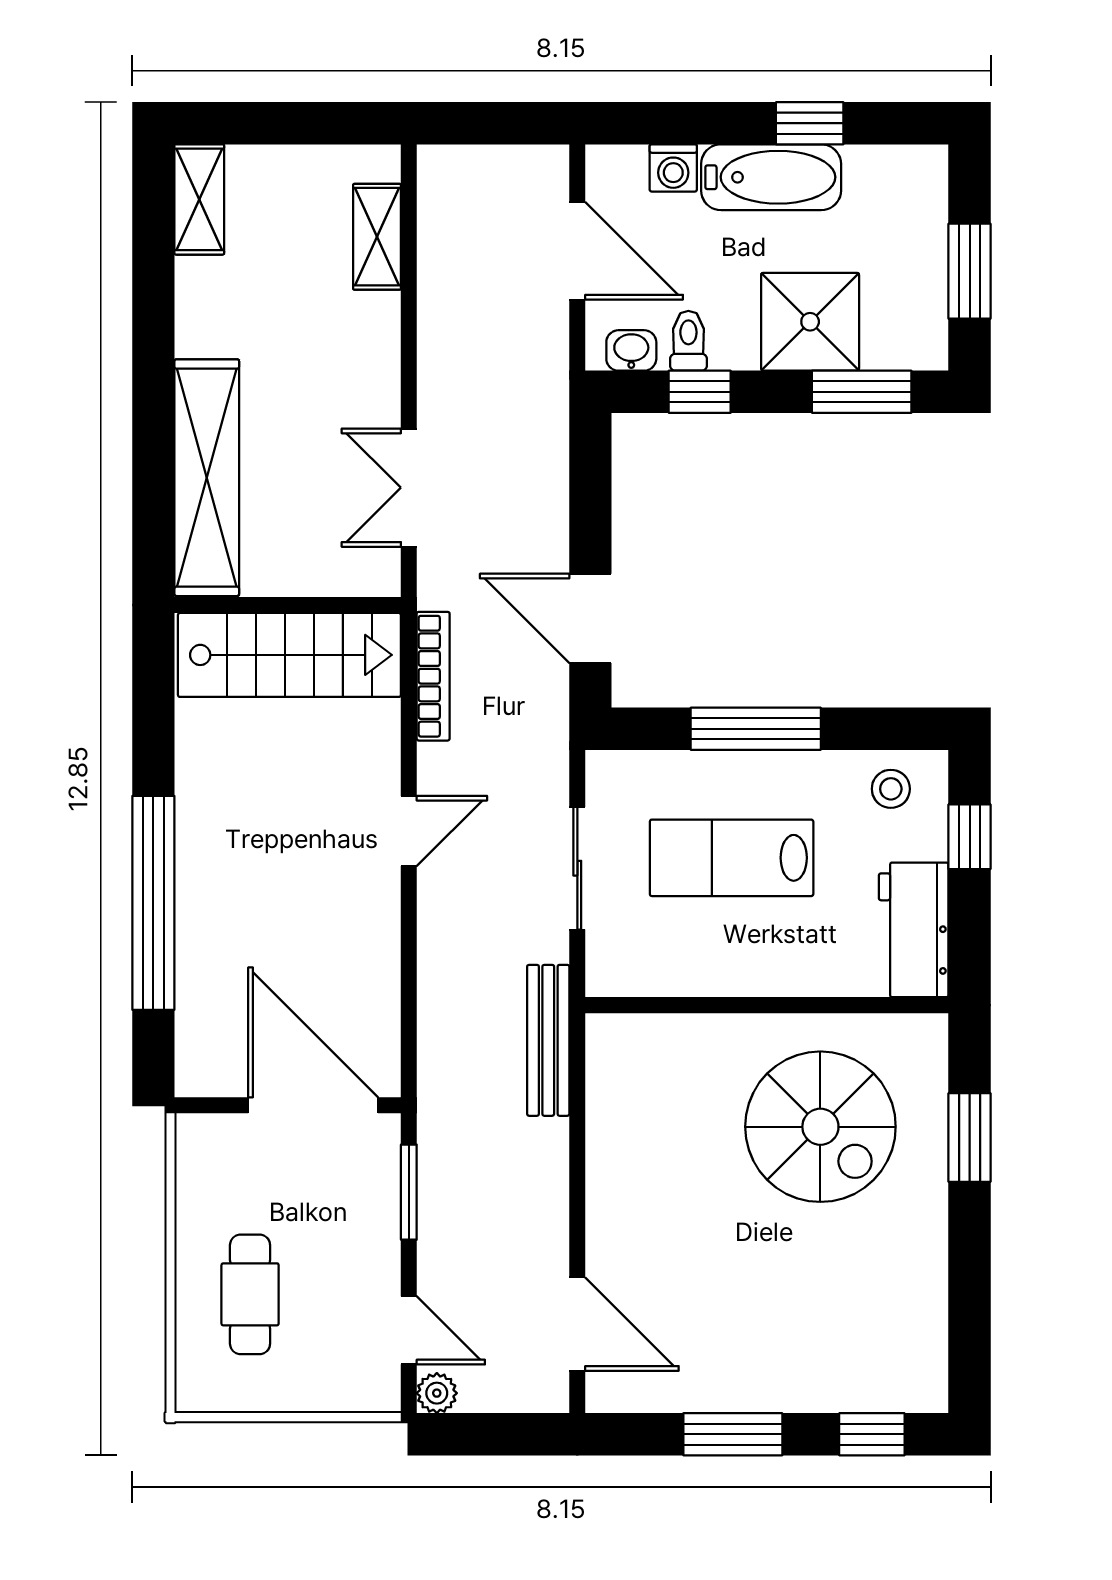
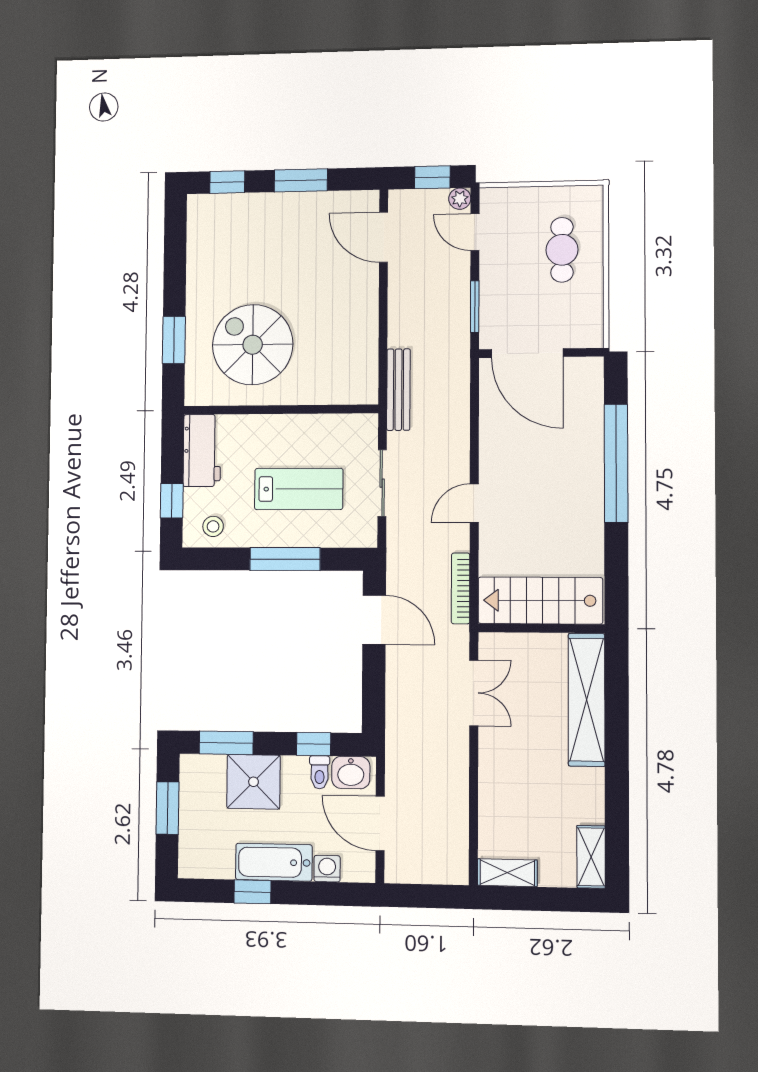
shelving: (377, 237) -> (507, 873), moved, turned 90
washbasin: (631, 350) -> (351, 773), width x1.38, depth x1.45
window: (488, 1434) -> (432, 177), added

